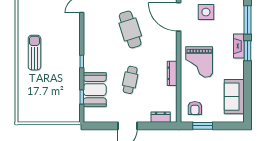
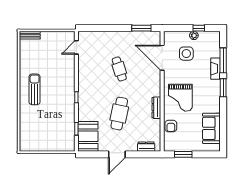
cafe table: (130, 29) -> (119, 69), width x0.73, depth x0.74
fireplace: (239, 46) -> (216, 69), moved
cafe table: (130, 80) -> (119, 114), width x1.37, depth x1.35
booth: (95, 90) -> (88, 136), moved
armchair: (195, 108) -> (171, 126), moved

